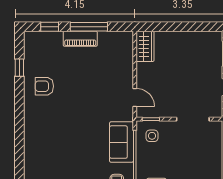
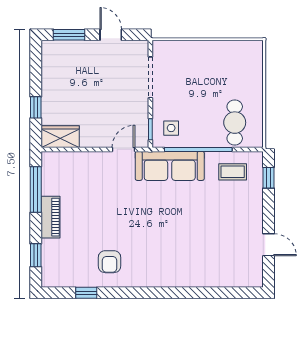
window: (89, 27) -> (36, 189), moved
window: (169, 27) -> (36, 107), added
sofa: (121, 142) -> (170, 166), width x1.36

